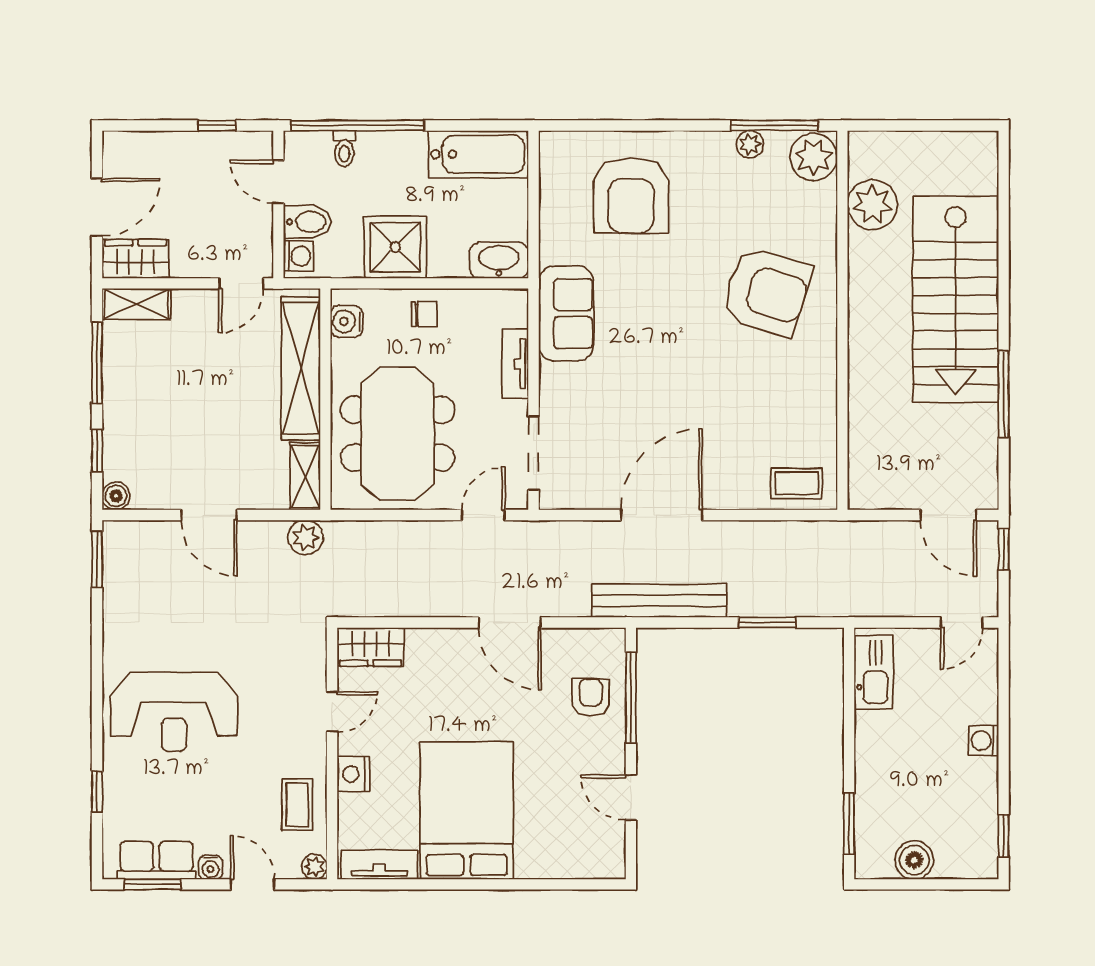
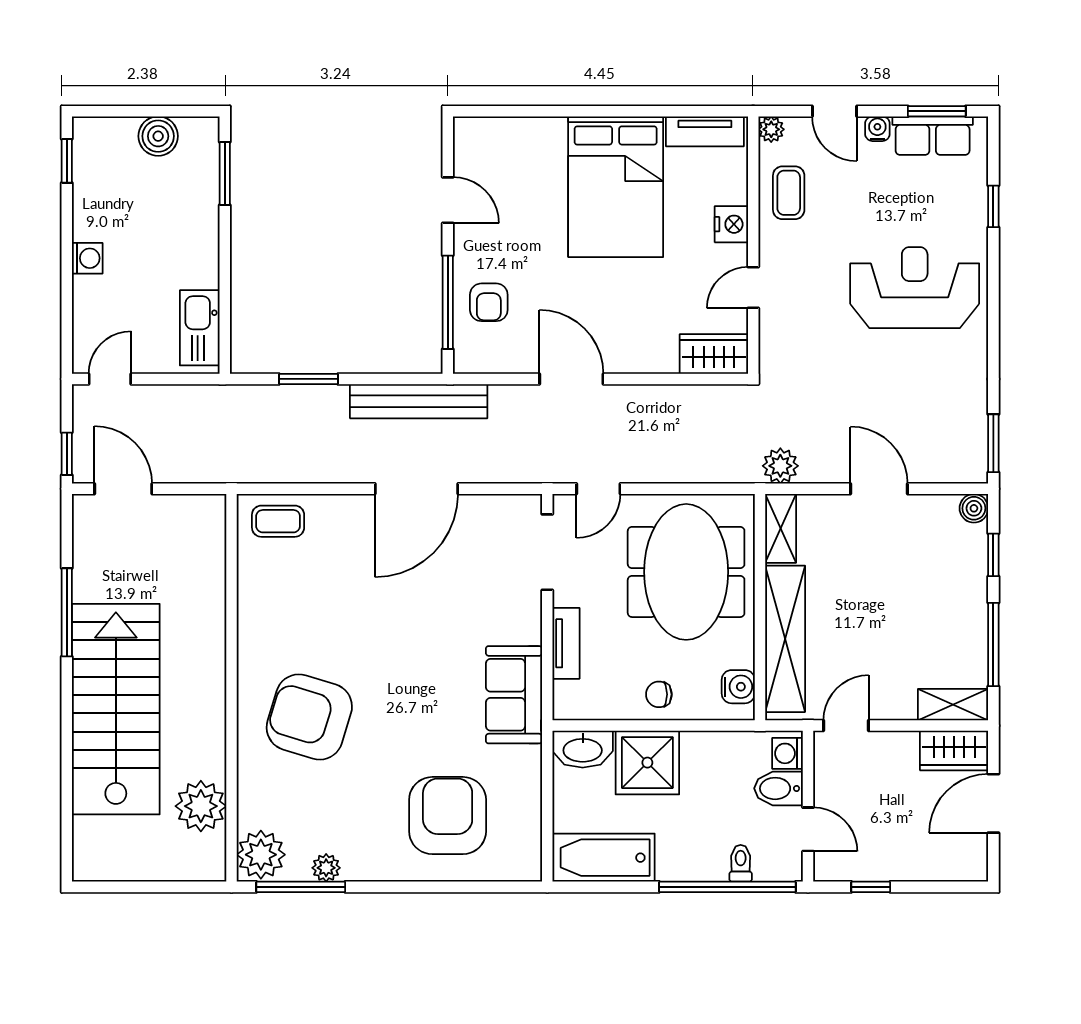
shower: (395, 247) -> (647, 763), moved

